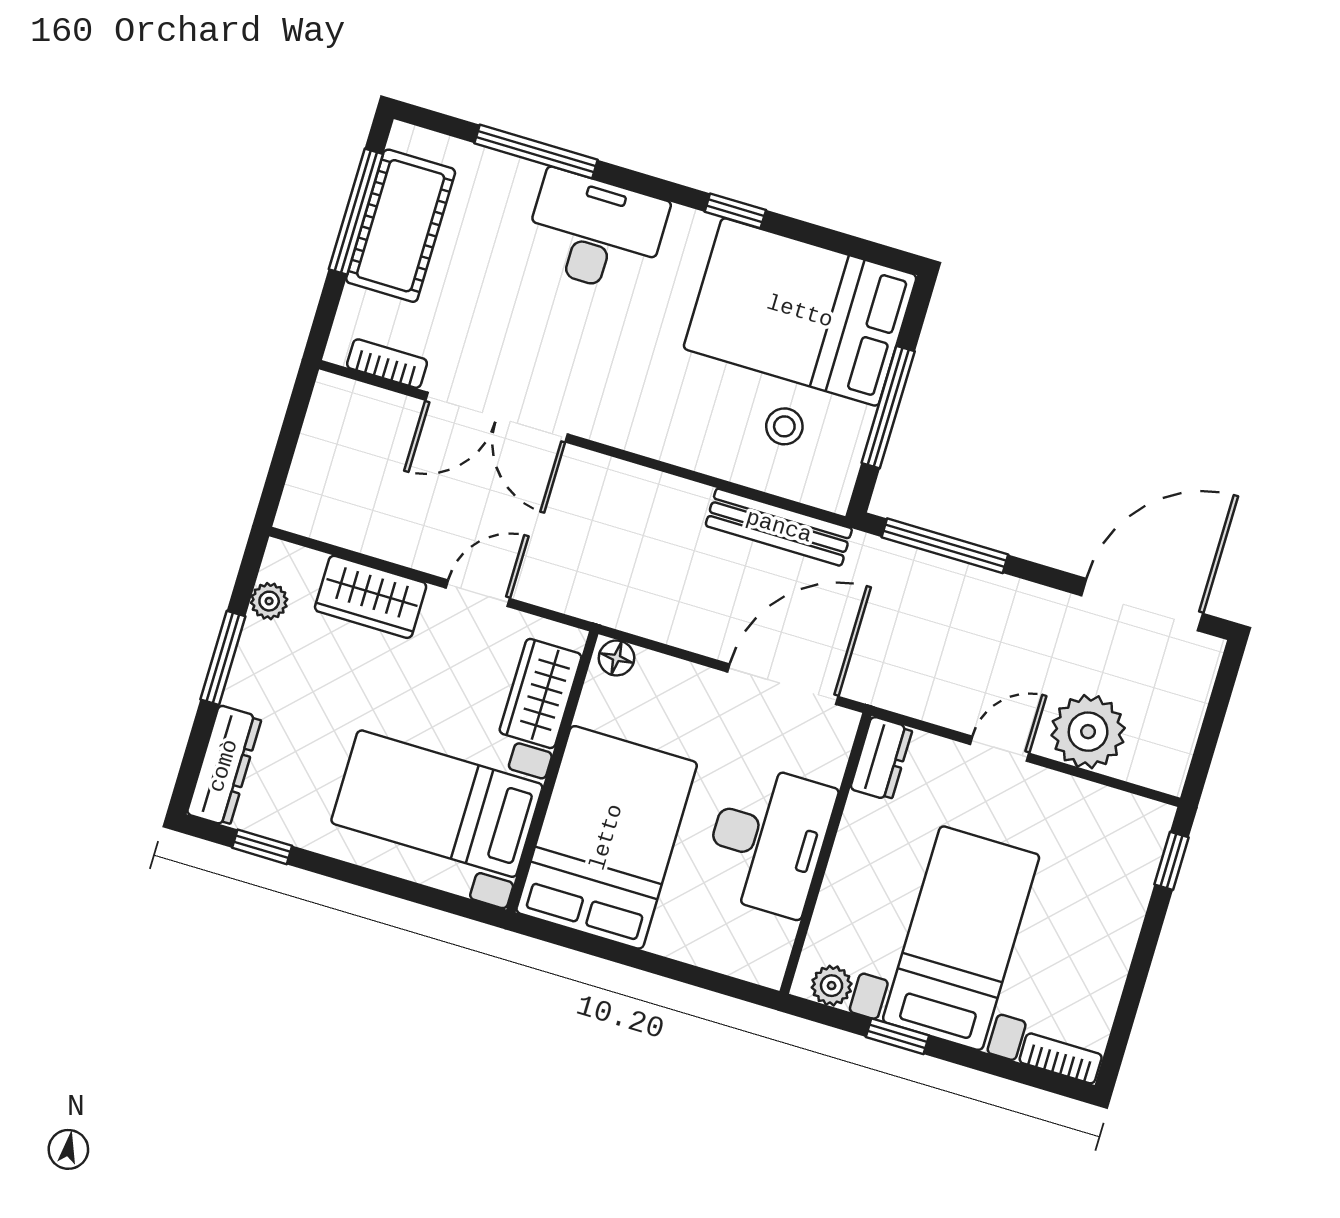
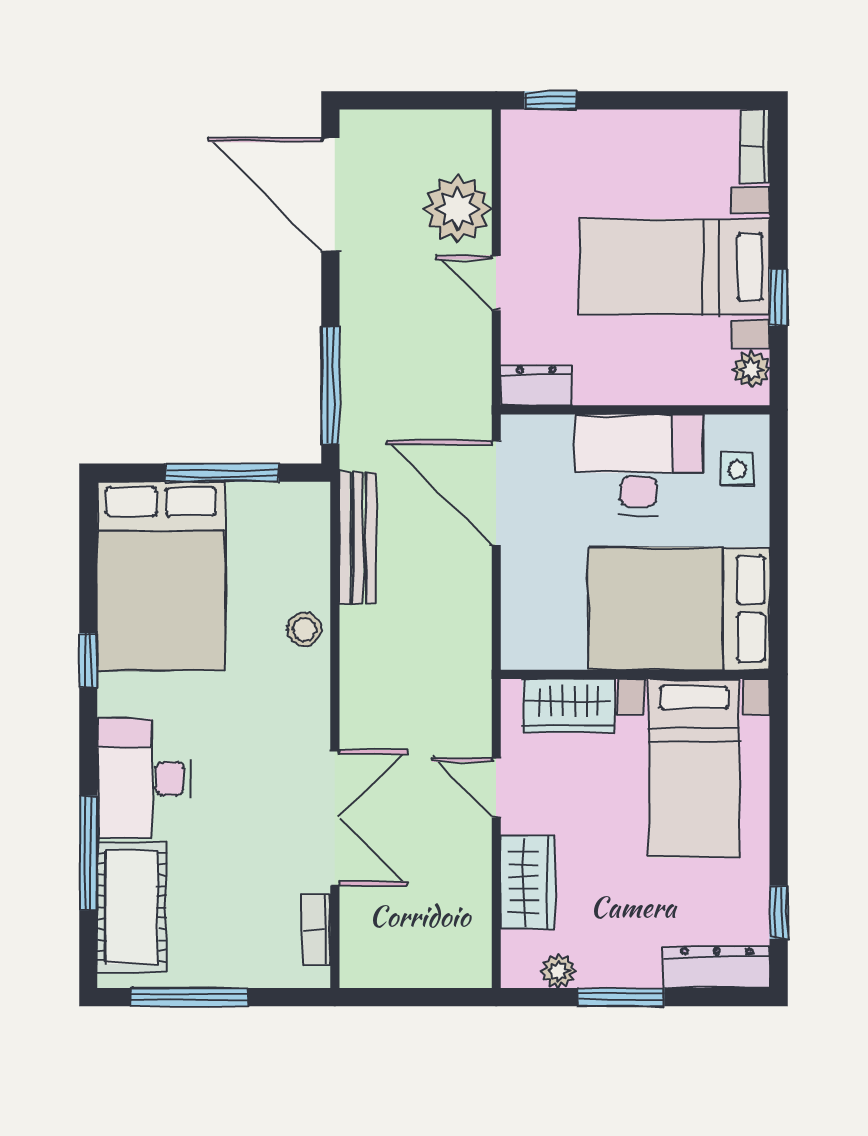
cot: (401, 226) -> (132, 907), moved, turned 90
stool: (784, 426) -> (304, 629), moved
floor lamp: (617, 658) -> (517, 647), removed
side table: (733, 940) -> (737, 469), added

